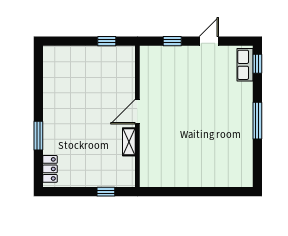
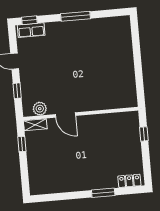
plant: (148, 67) -> (40, 109), added
door: (137, 112) -> (65, 115), moved
shelving: (129, 142) -> (35, 125), moved

